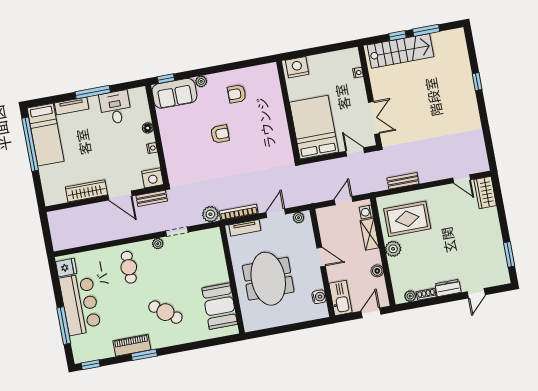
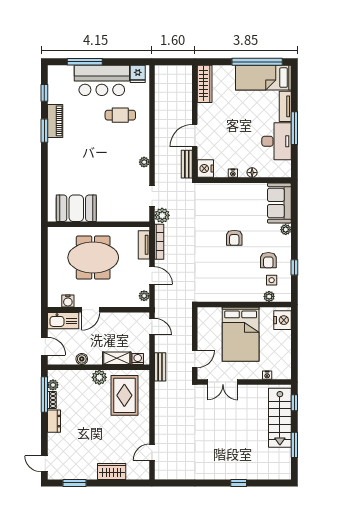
window: (398, 36) -> (294, 403), moved
window: (166, 79) -> (294, 267), moved
side table: (257, 86) -> (272, 280), added
plant: (275, 86) -> (269, 296), added
armchair: (237, 94) -> (268, 260), turned 180
desk: (115, 107) -> (276, 141), width x1.37
bed: (314, 127) -> (241, 334), moved, turned 90
bench: (403, 181) -> (160, 367), moved
wardrobe: (86, 191) -> (205, 84), moved
wardrobe: (485, 193) -> (112, 472), moved
door: (344, 201) -> (152, 327), moved
doorway: (177, 232) -> (152, 196), moved
door: (321, 257) -> (91, 310), moved
cafe table: (129, 267) -> (120, 115), moved
door: (476, 293) -> (44, 464), moved
window: (422, 303) -> (44, 395), added
cafe table: (165, 312) -> (80, 157), removed
window: (91, 365) -> (44, 93), moved

